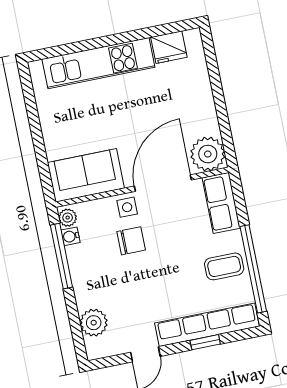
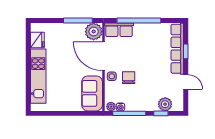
window: (223, 119) -> (78, 21), added
coffee table: (224, 266) -> (150, 35), removed
window: (253, 269) -> (139, 21), moved
window: (74, 318) -> (161, 113), added

